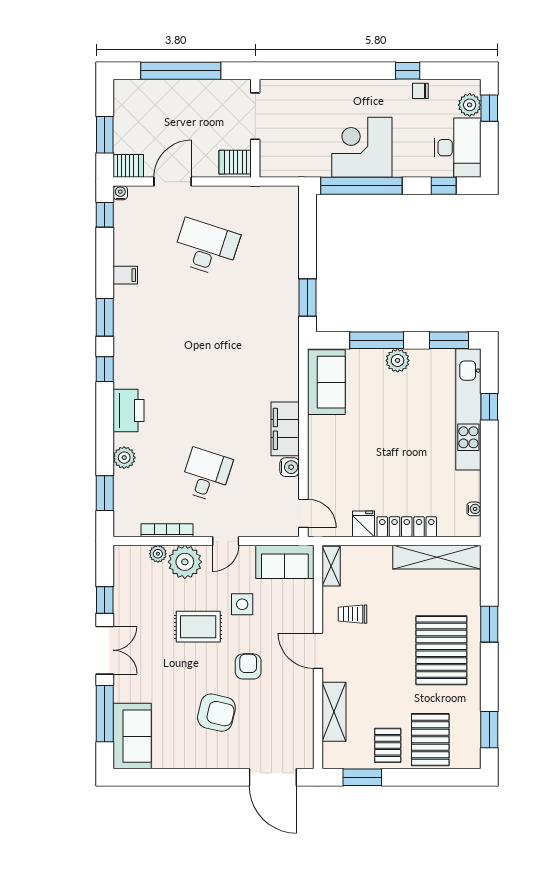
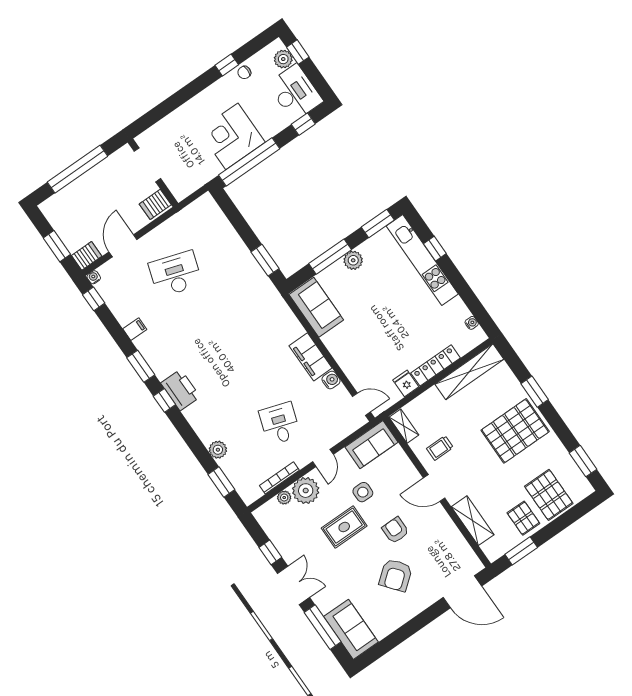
printer: (129, 410) -> (180, 390), moved
pallet: (441, 650) -> (515, 431), turned 90
armchair: (216, 713) -> (396, 575), turned 128

